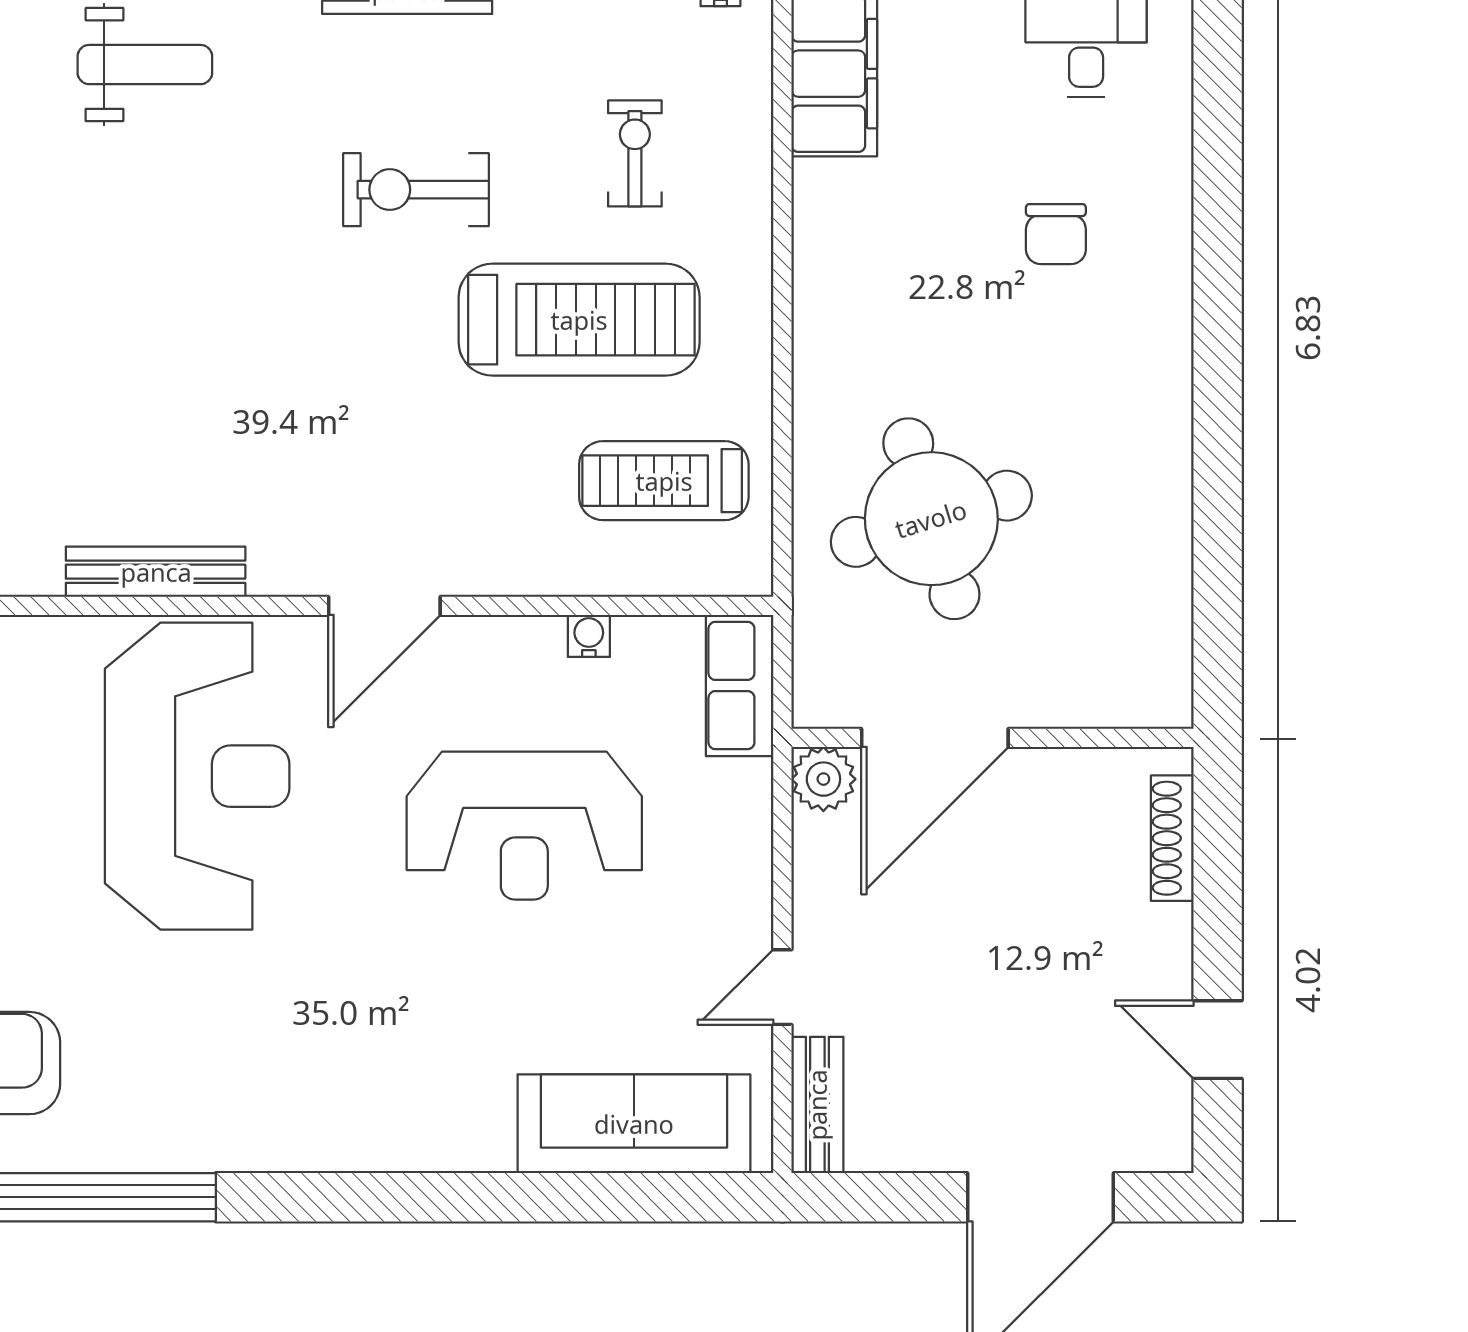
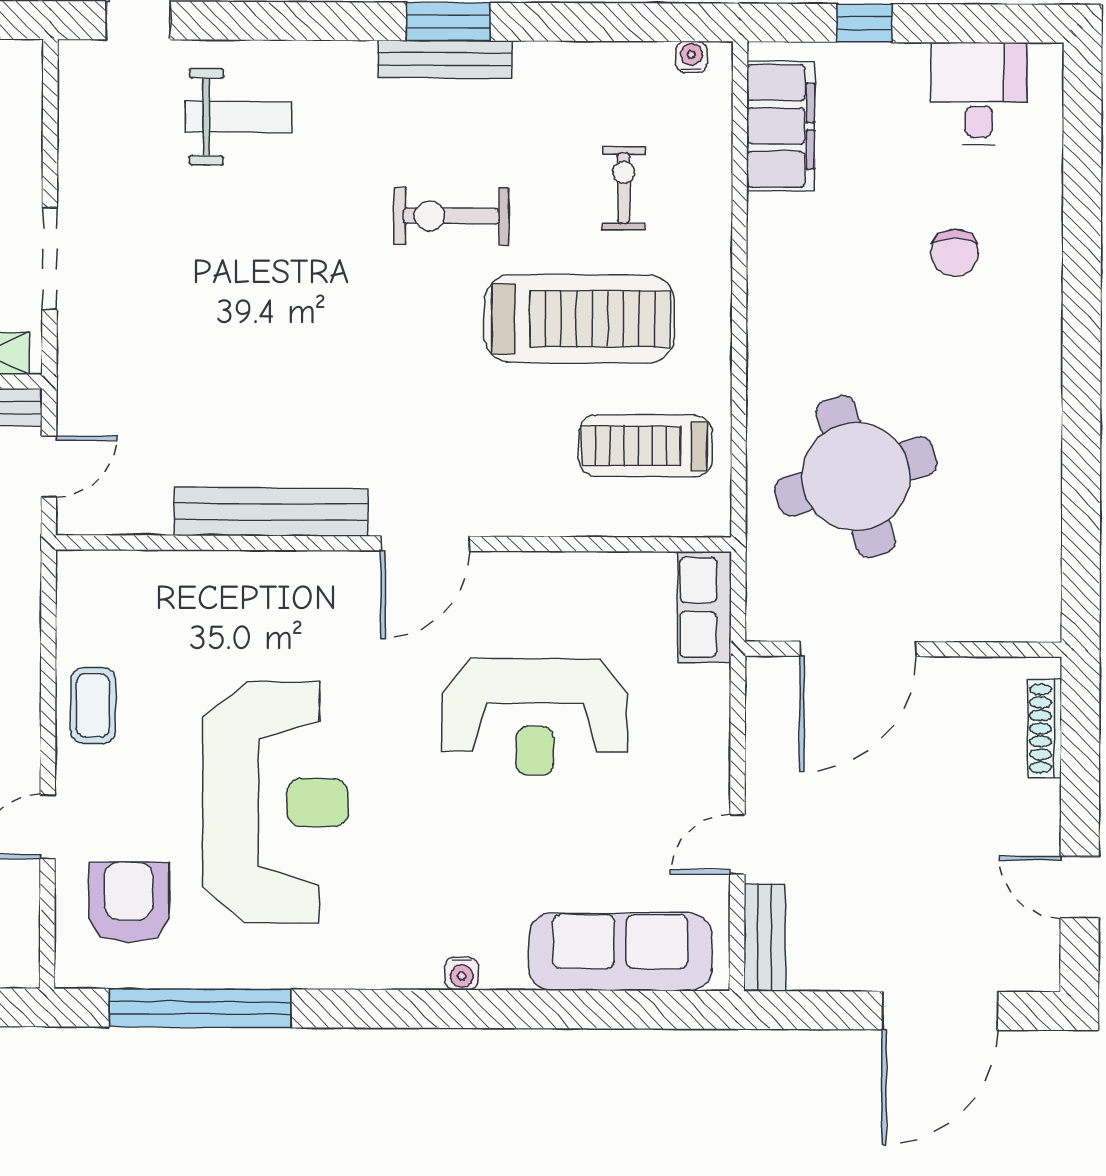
bench: (156, 572) -> (271, 512), width x1.37, depth x1.21
water cooler: (589, 636) -> (462, 974), moved, turned 180
reception desk: (197, 776) -> (276, 802), moved
plant: (823, 779) -> (770, 681), removed

